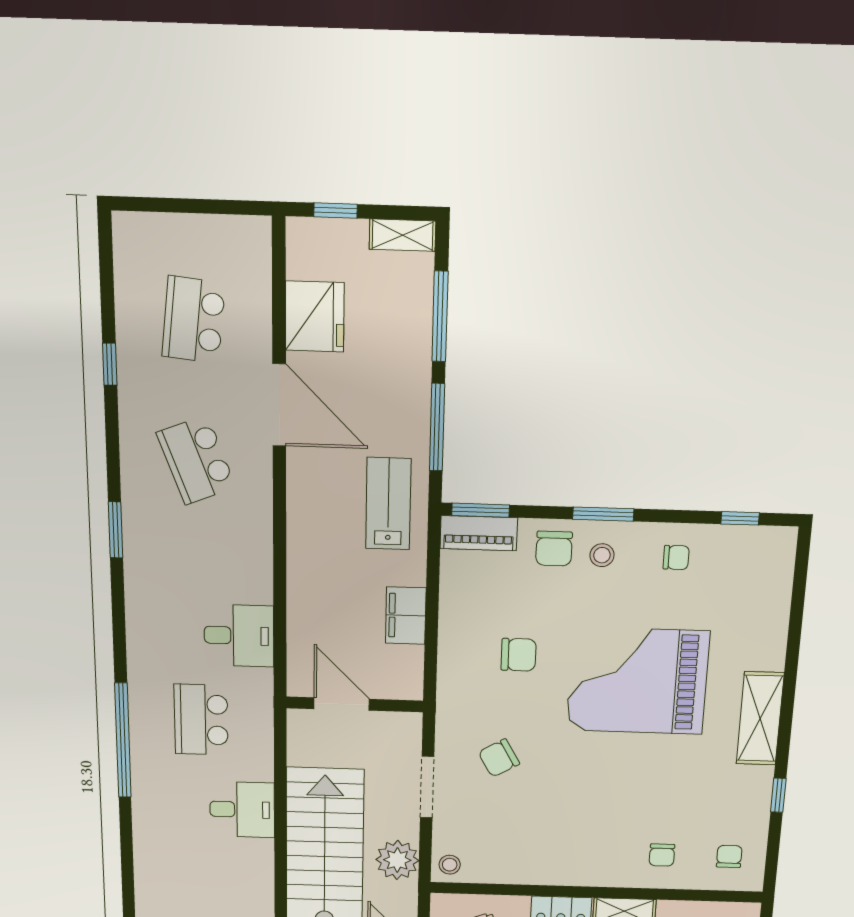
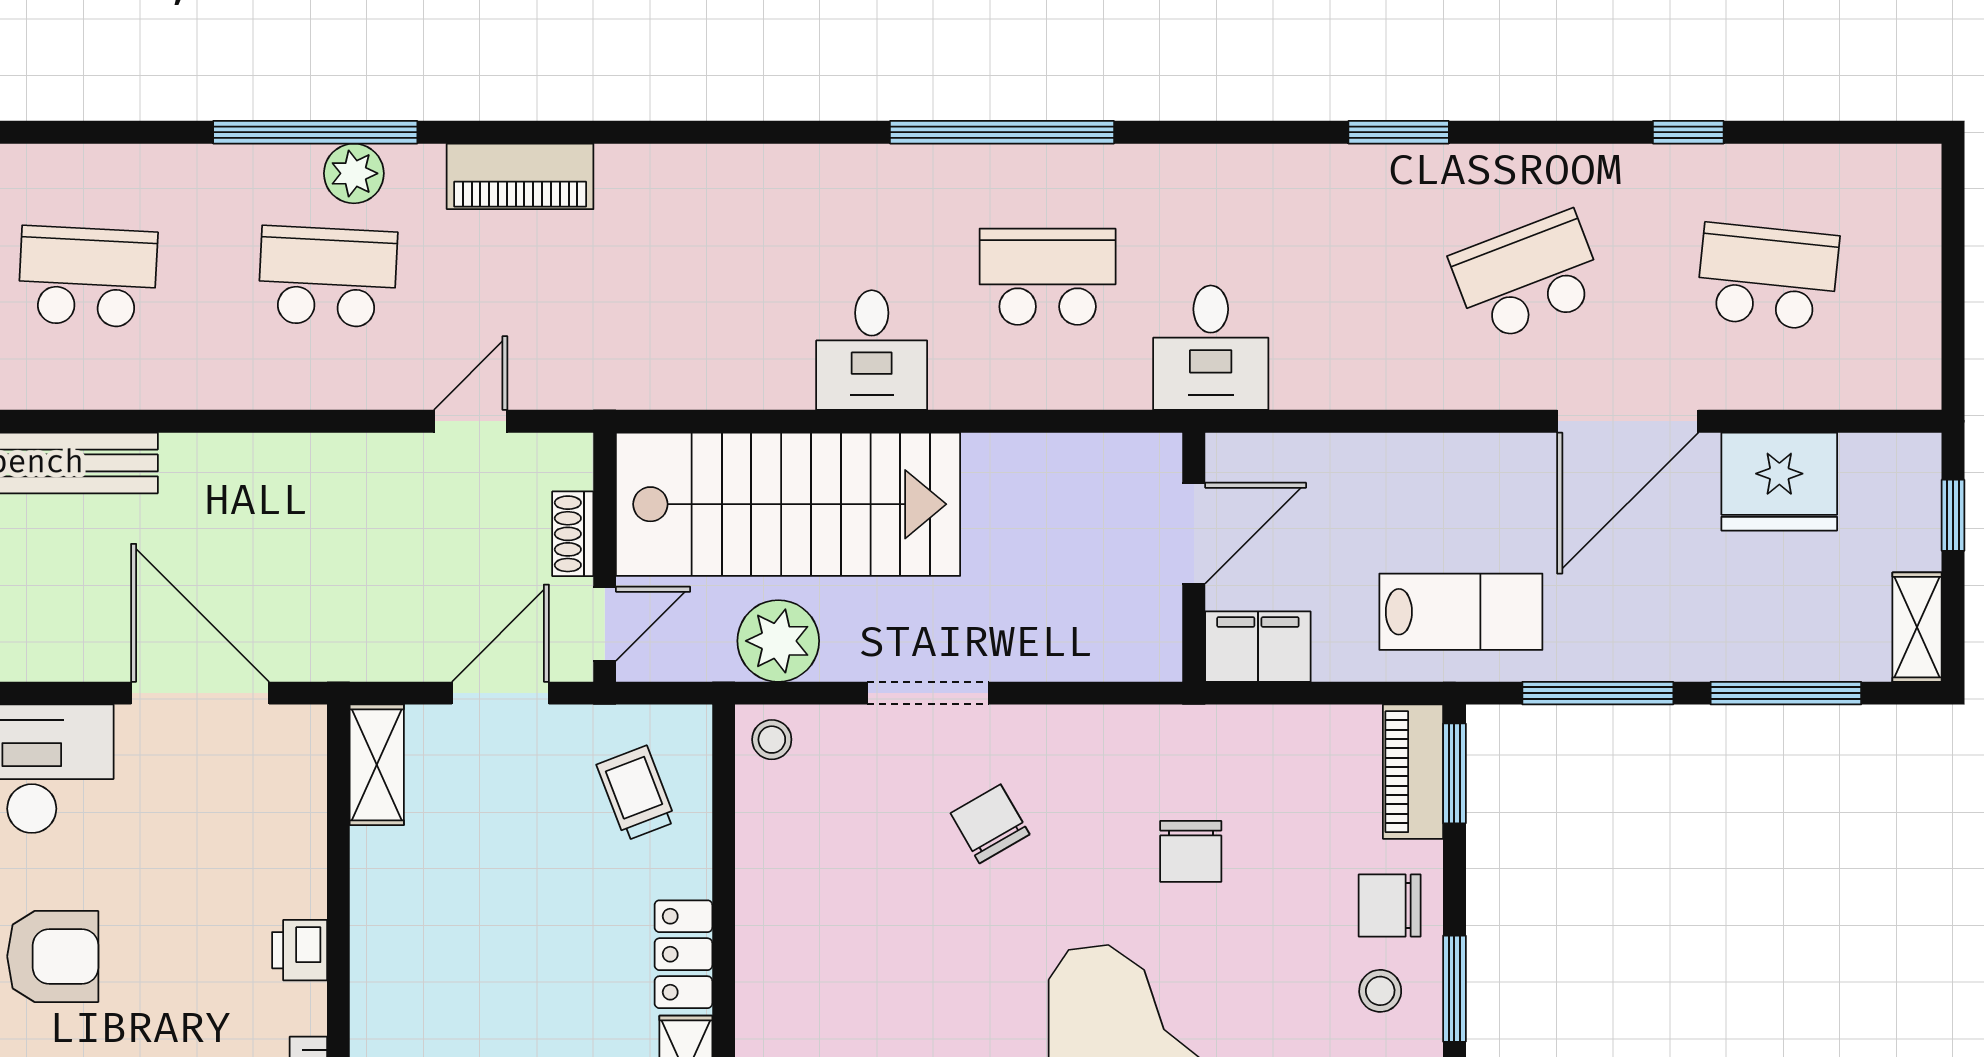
door: (342, 704) -> (1194, 533), moved
wall: (355, 704) -> (1194, 557), moved

